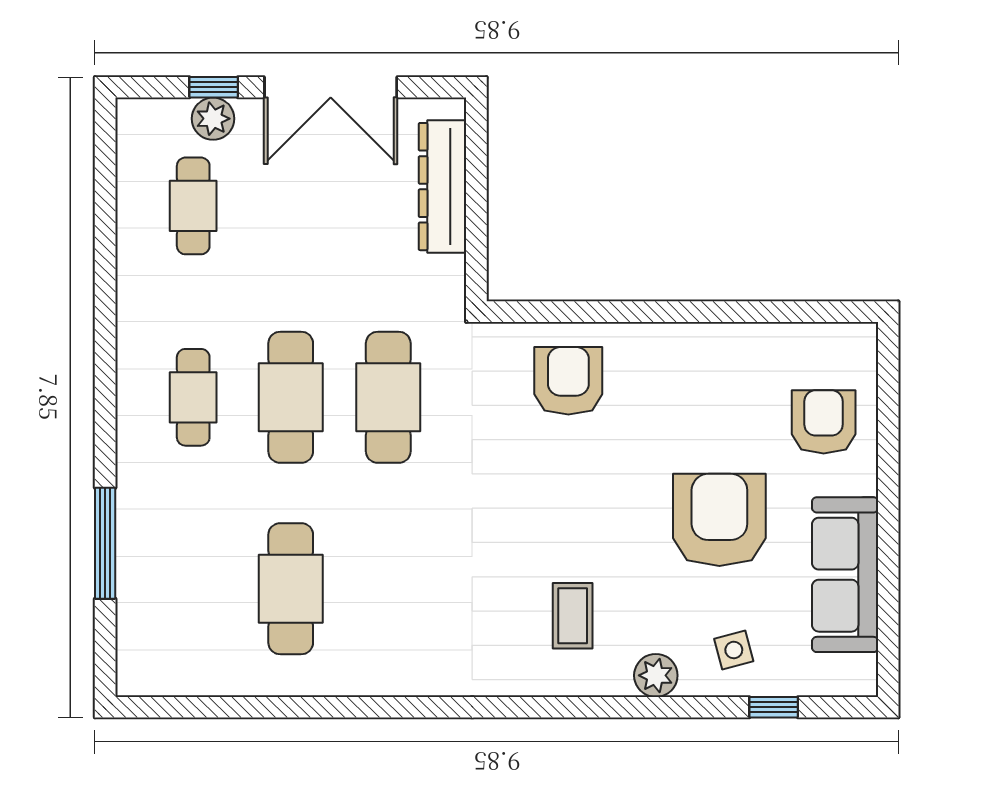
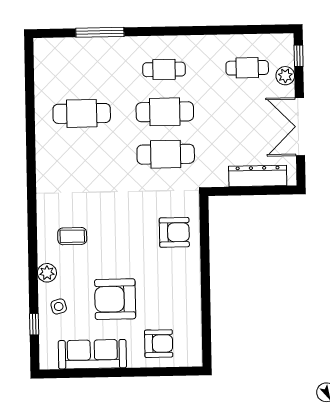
window: (214, 87) -> (299, 56), moved
armchair: (719, 520) -> (115, 299), turned 180

